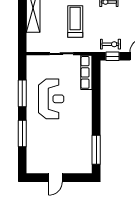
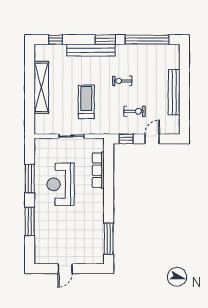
exercise bike: (110, 44) -> (135, 111), moved
row of seats: (86, 72) -> (98, 170), moved
reception desk: (51, 99) -> (61, 184), turned 180

